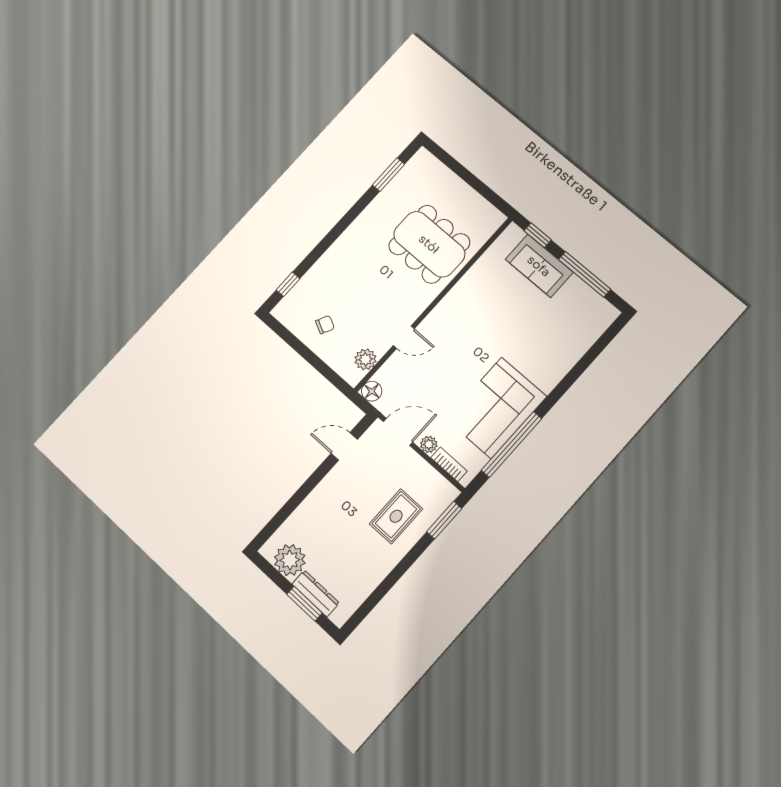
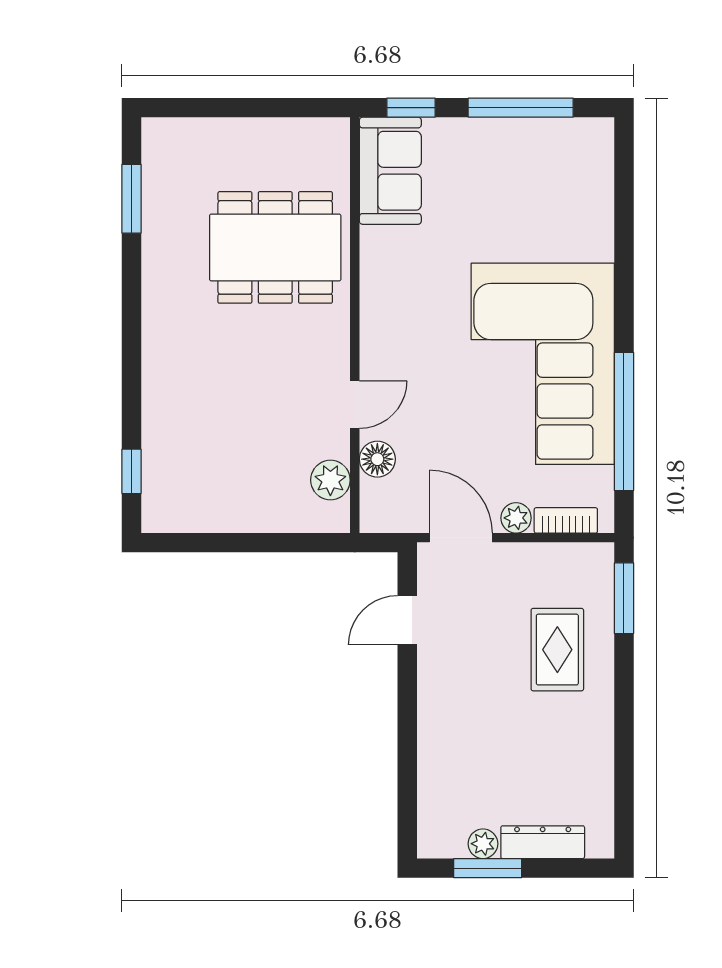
sofa: (539, 266) -> (390, 171), moved, turned -90
chair: (325, 325) -> (233, 482), removed
floor lamp: (372, 391) -> (377, 459), moved
corner sofa: (496, 408) -> (543, 364), width x1.36, depth x1.36
door: (398, 432) -> (461, 538), hinge flipped
plant: (290, 560) -> (483, 844), width x0.53, depth x0.53
window: (304, 604) -> (488, 868), moved

